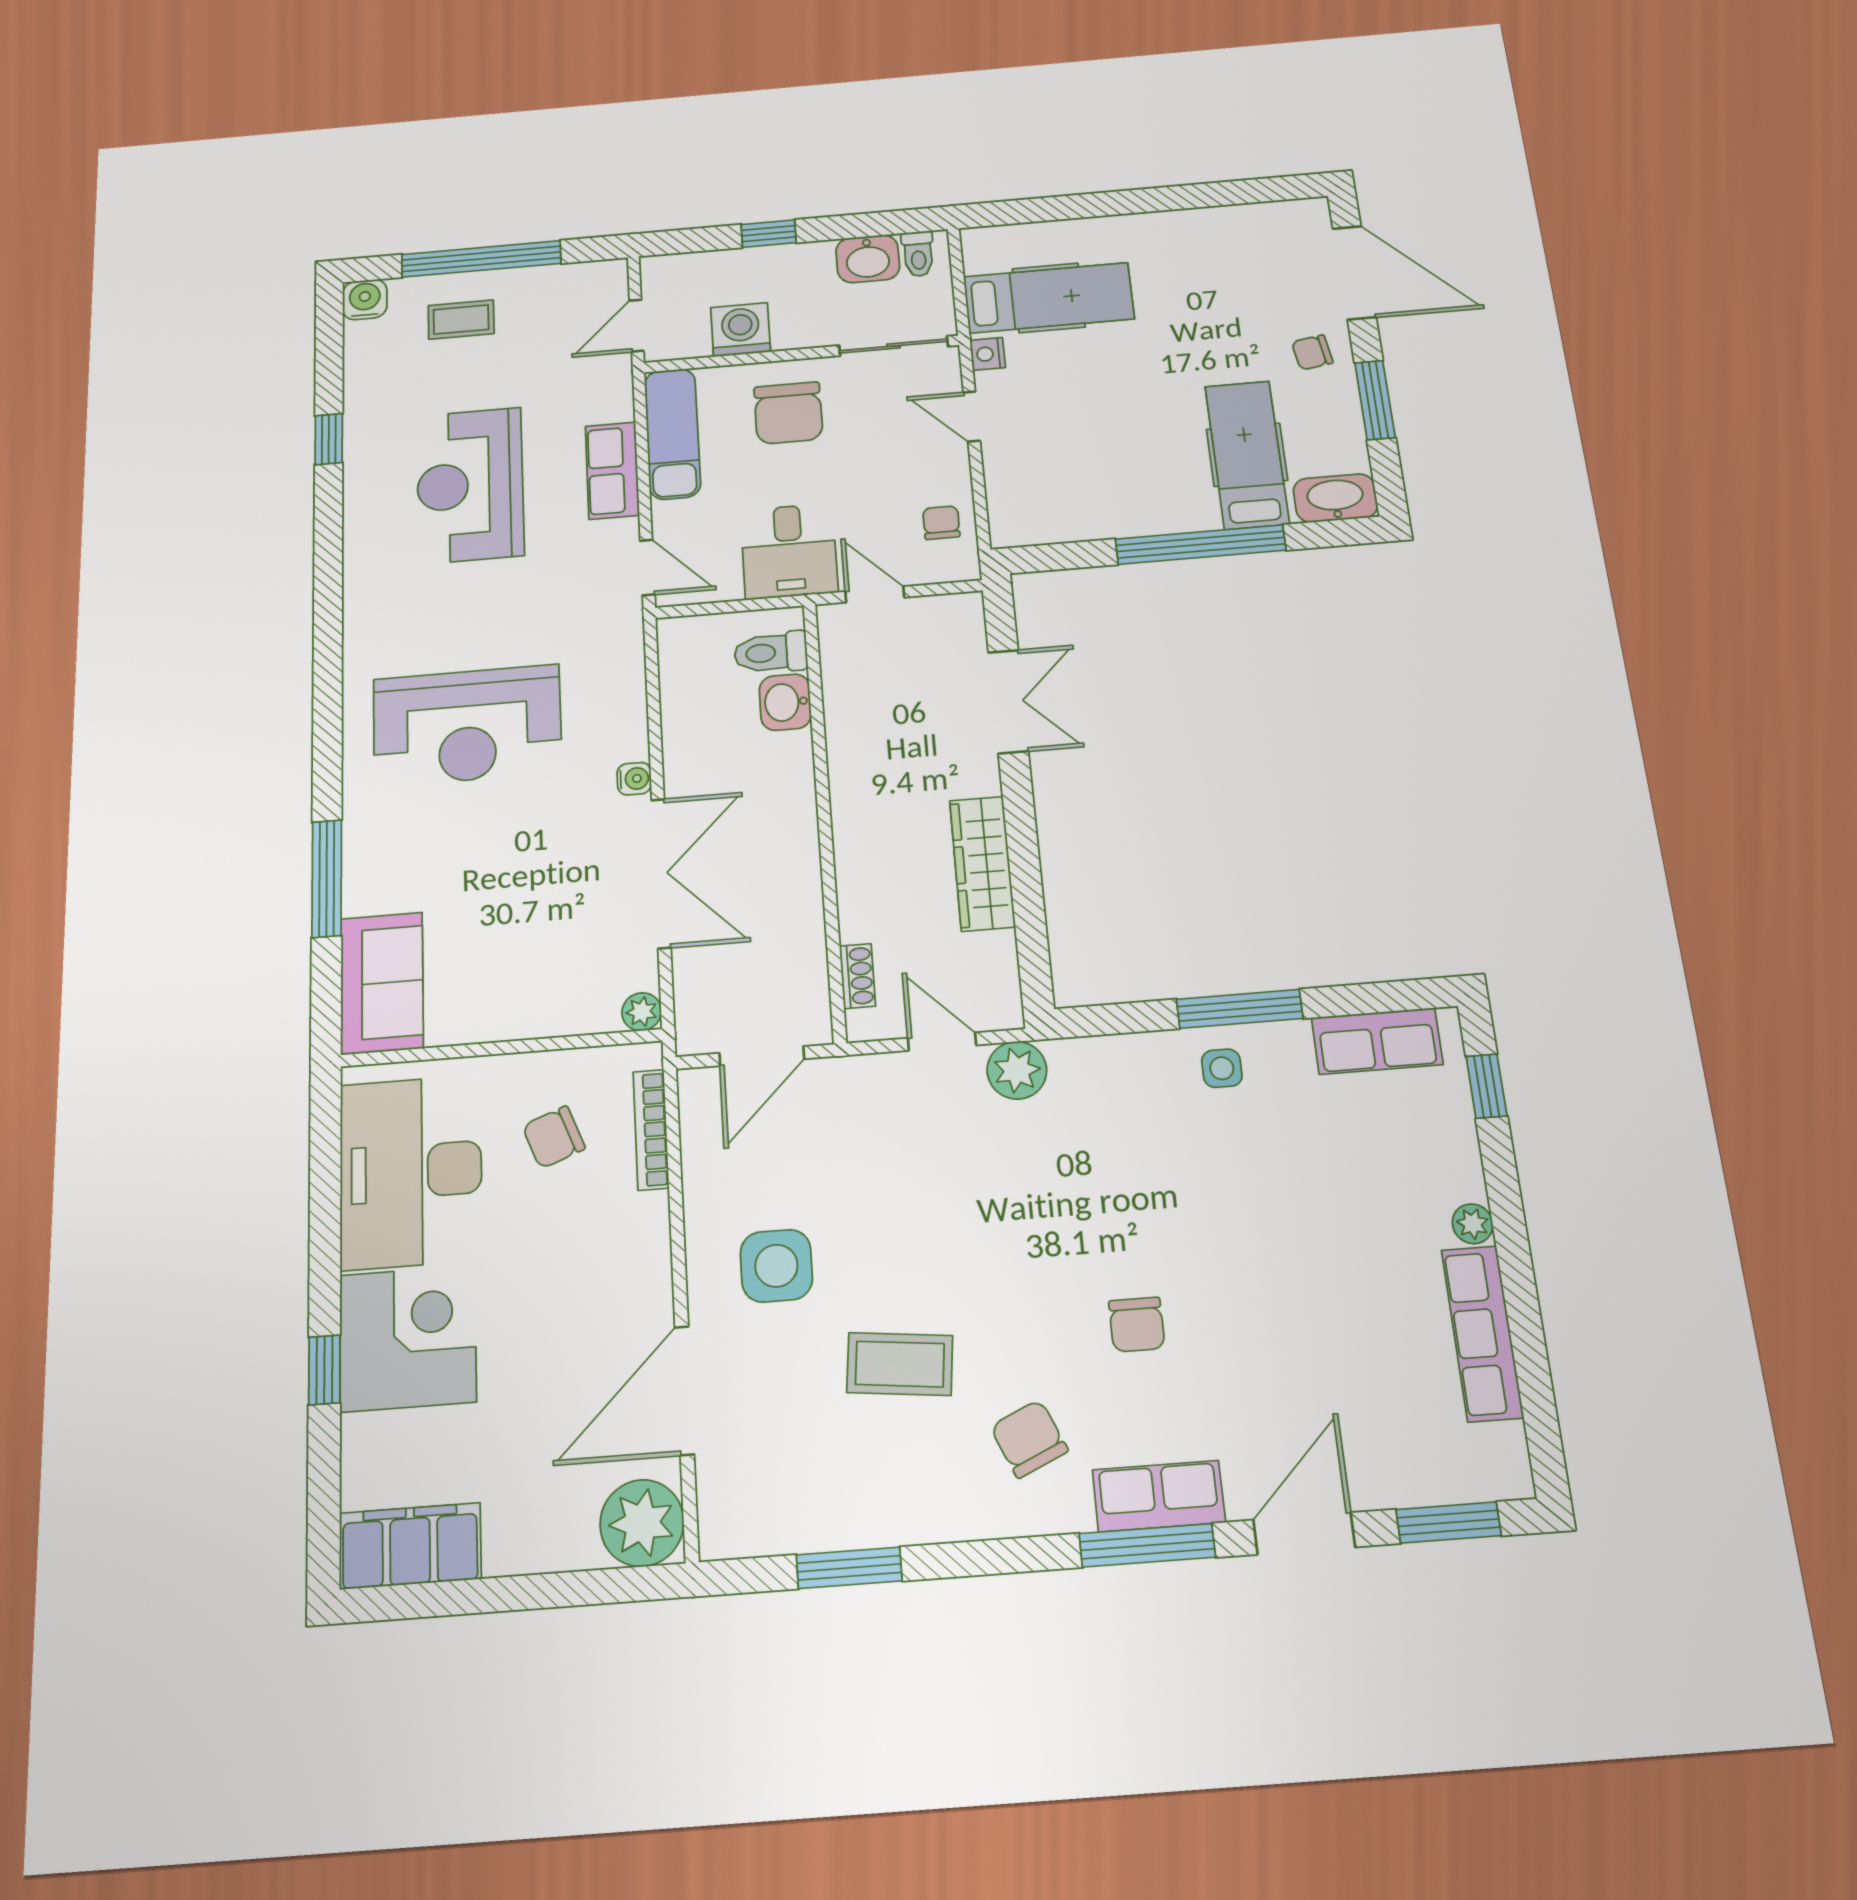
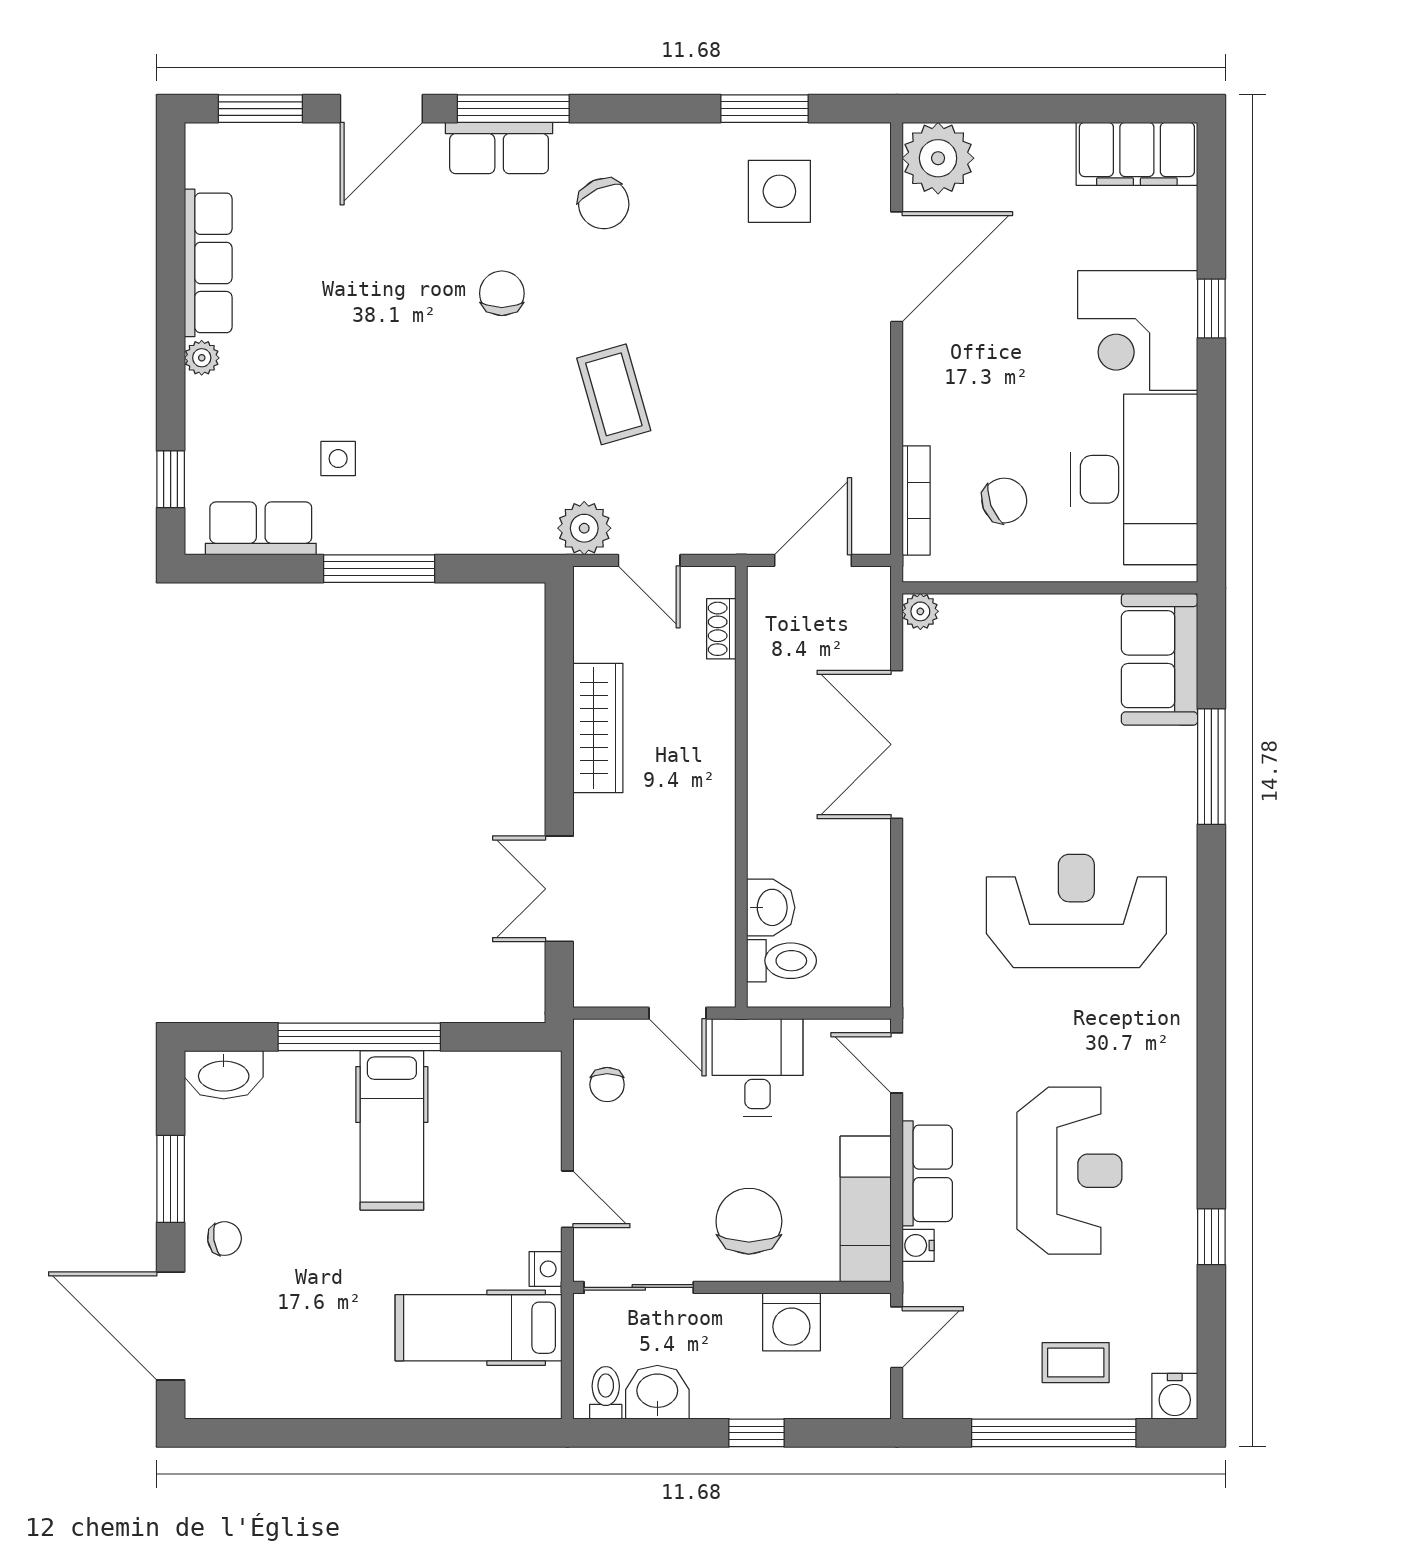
hospital bed: (1247, 455) -> (392, 1130), moved
water cooler: (634, 779) -> (918, 1245), moved
side table: (1222, 1068) -> (338, 459), moved
side table: (776, 1266) -> (779, 191), moved
coffee table: (900, 1364) -> (614, 394), moved, turned 68

